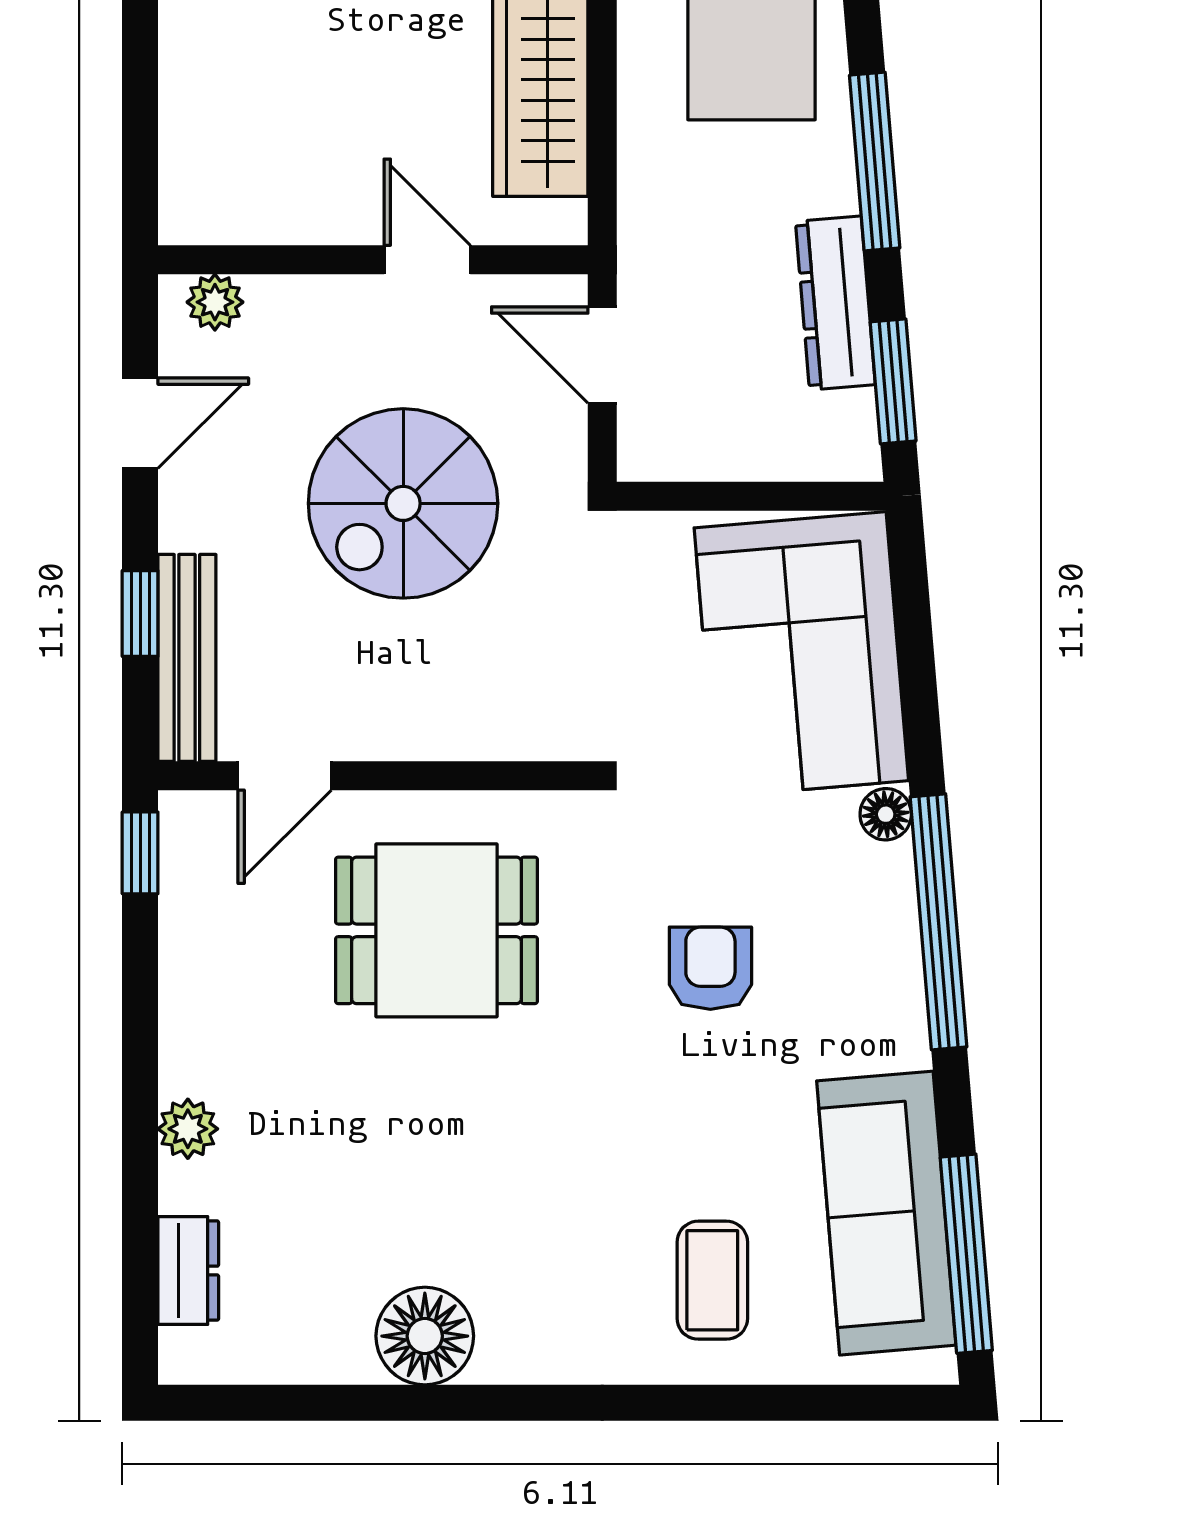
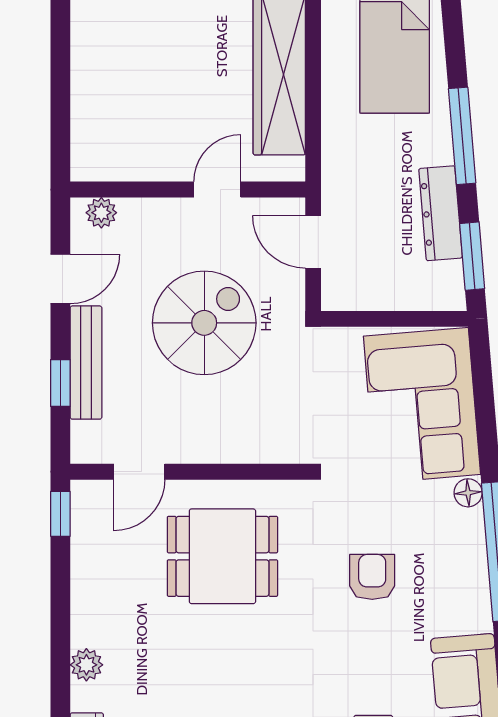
door: (427, 260) -> (217, 190), hinge flipped
spiral stairs: (403, 503) -> (204, 323), turned 180
bench: (187, 658) -> (86, 363), moved

